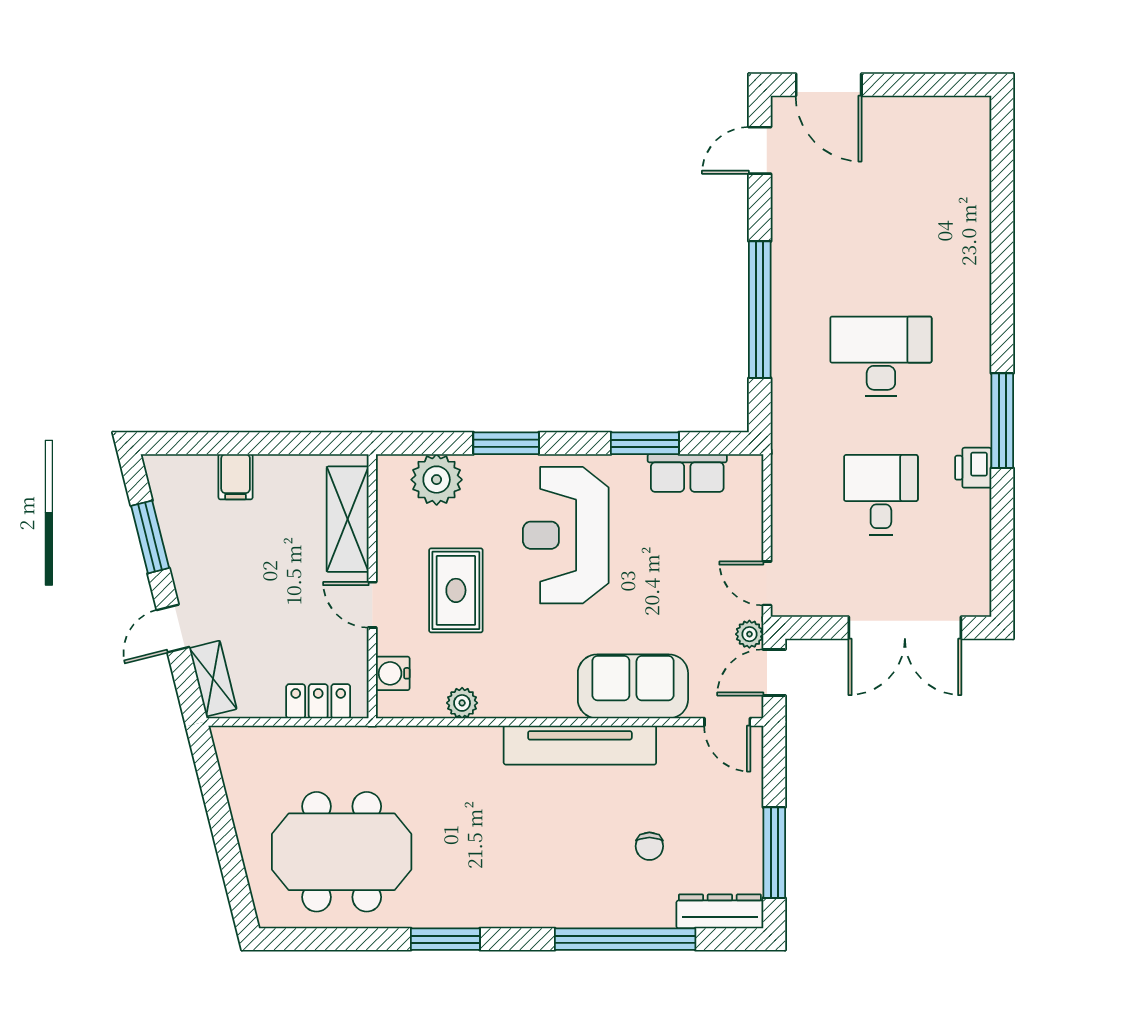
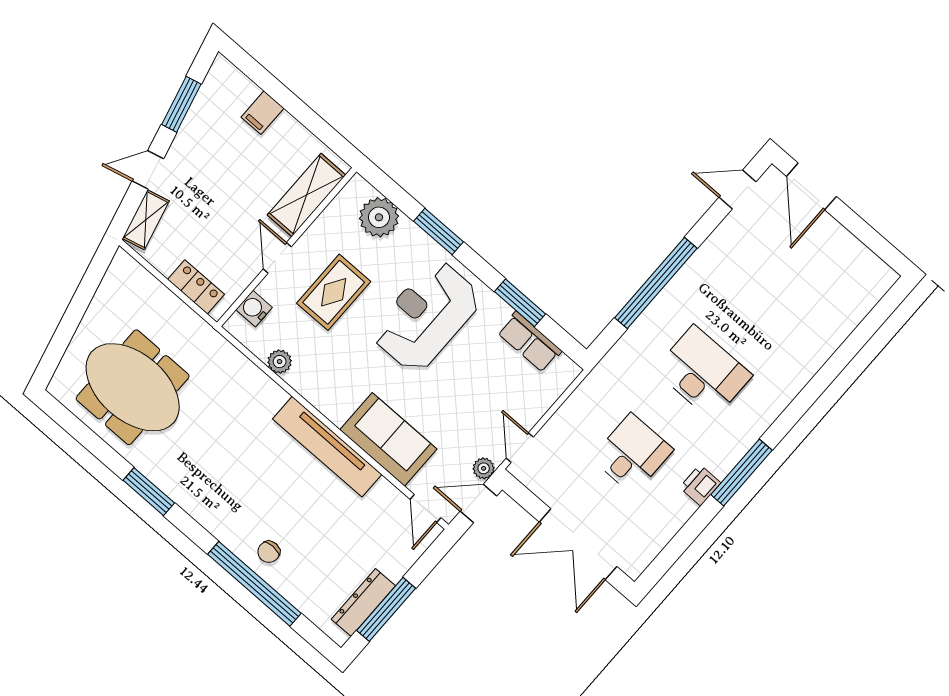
chair: (649, 846) -> (269, 552), moved
dresser: (720, 911) -> (363, 602), moved, turned -90

